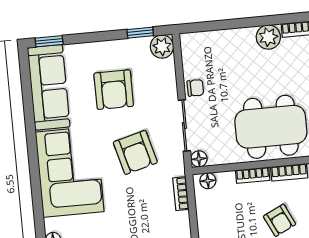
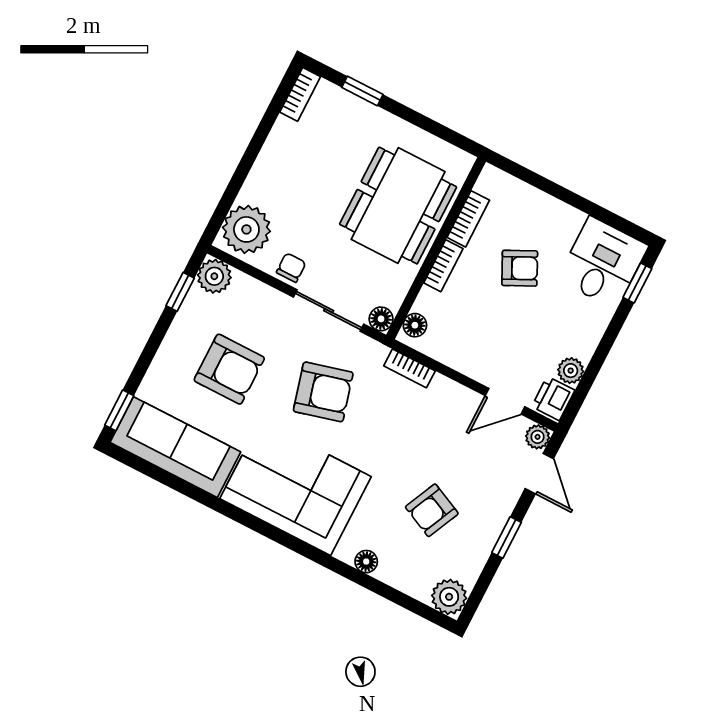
plant: (268, 37) -> (246, 229), moved, width x1.36, depth x1.36

